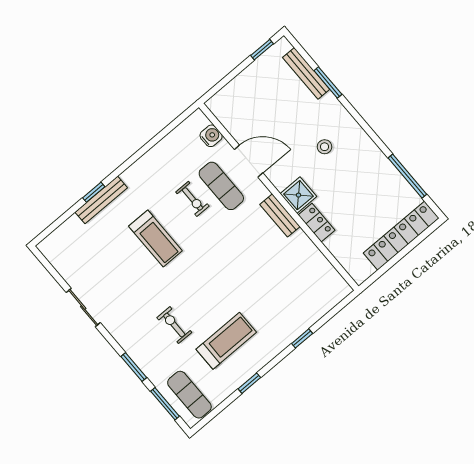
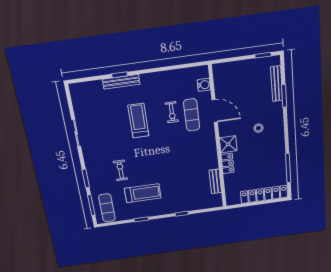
bench: (280, 215) -> (215, 181), moved
treadmill: (155, 238) -> (138, 121), turned 180

